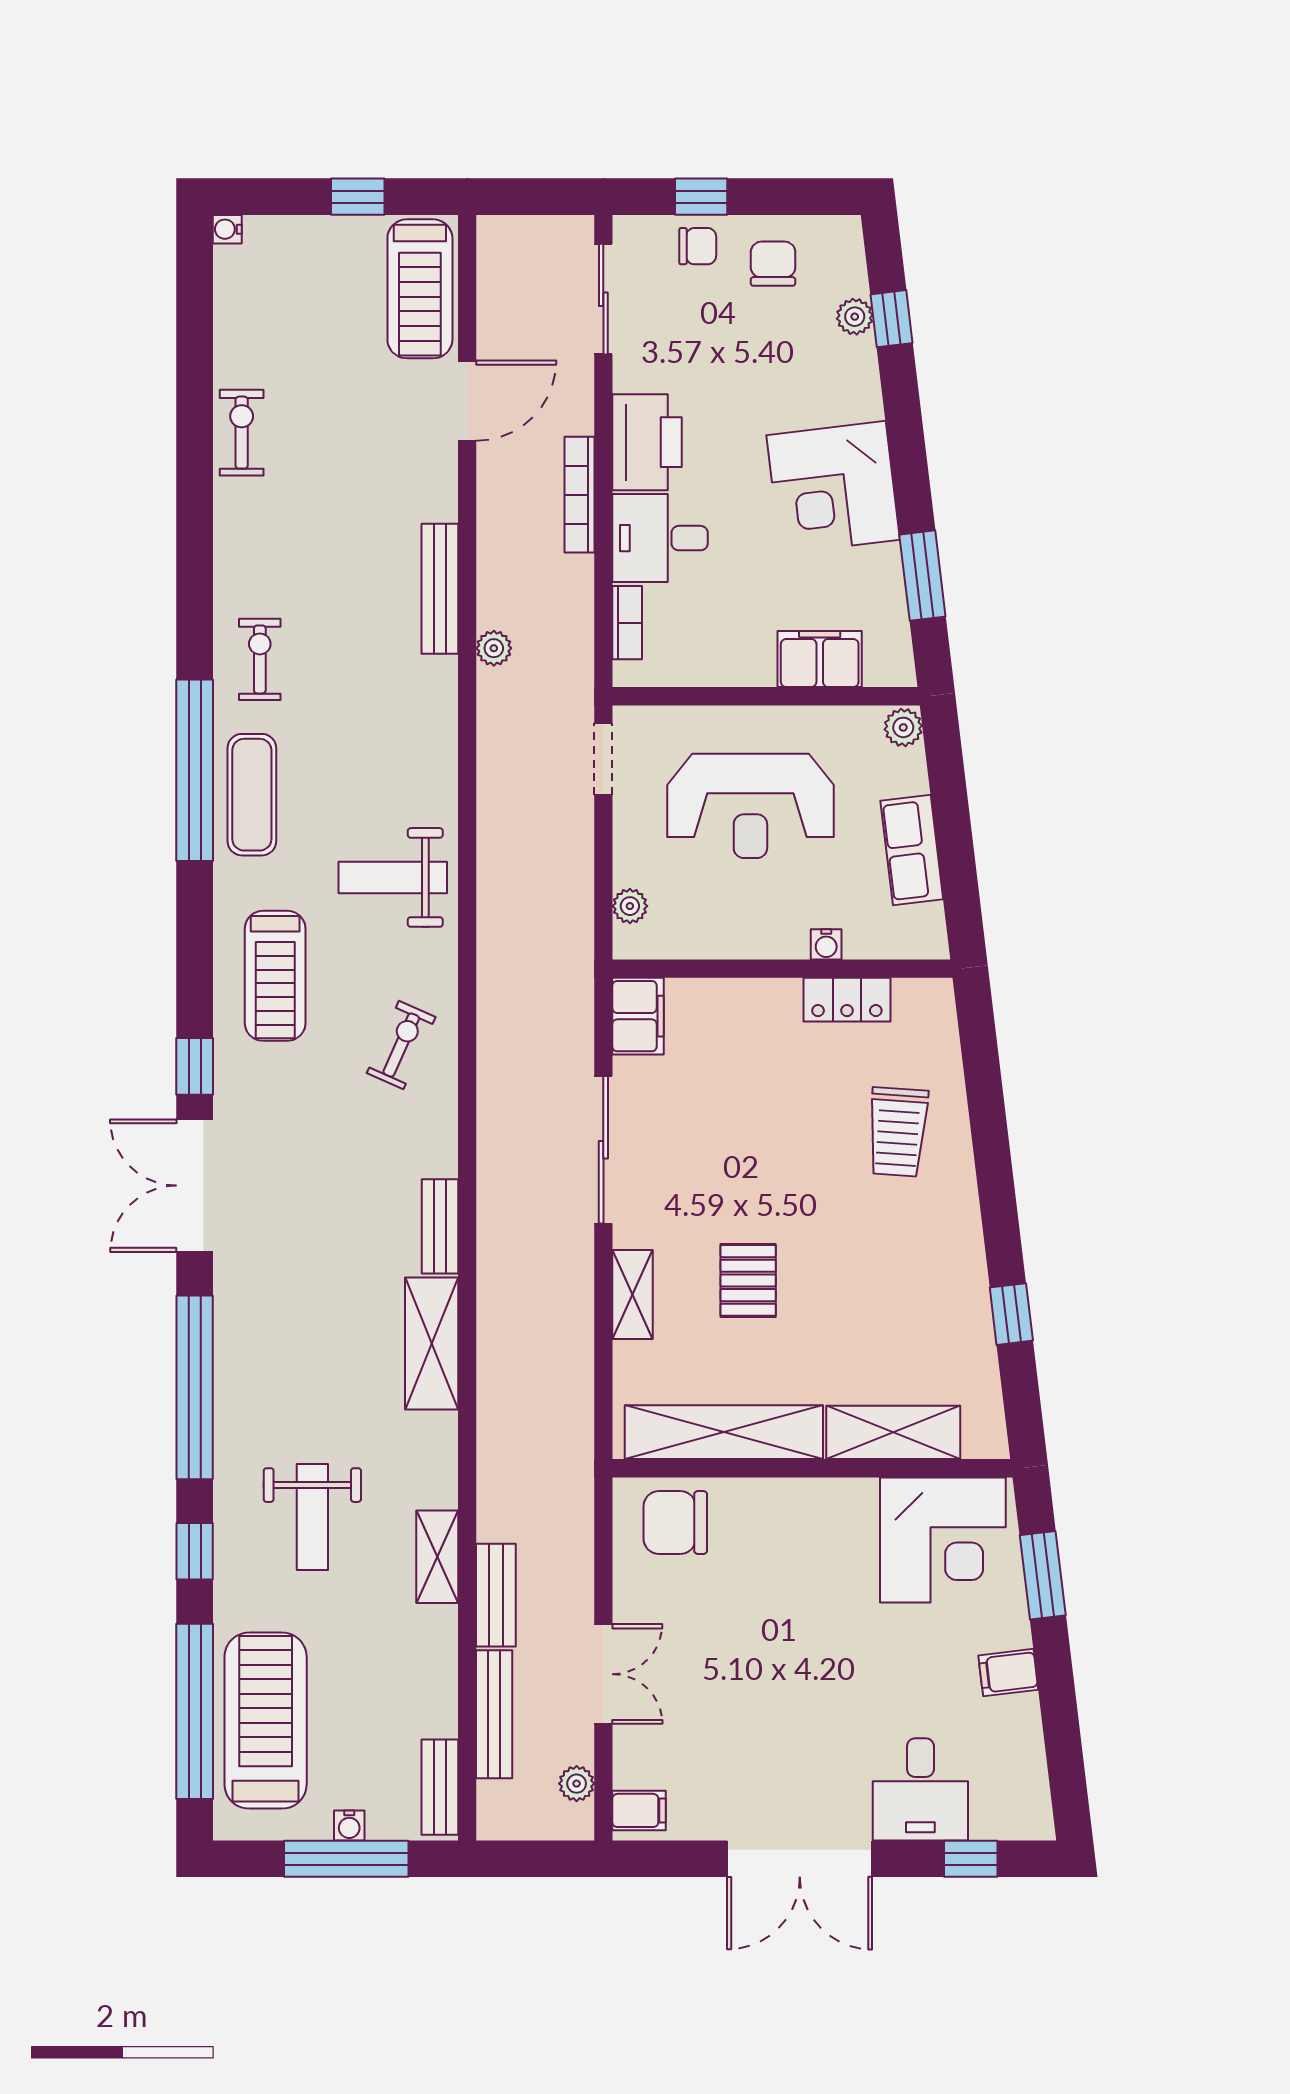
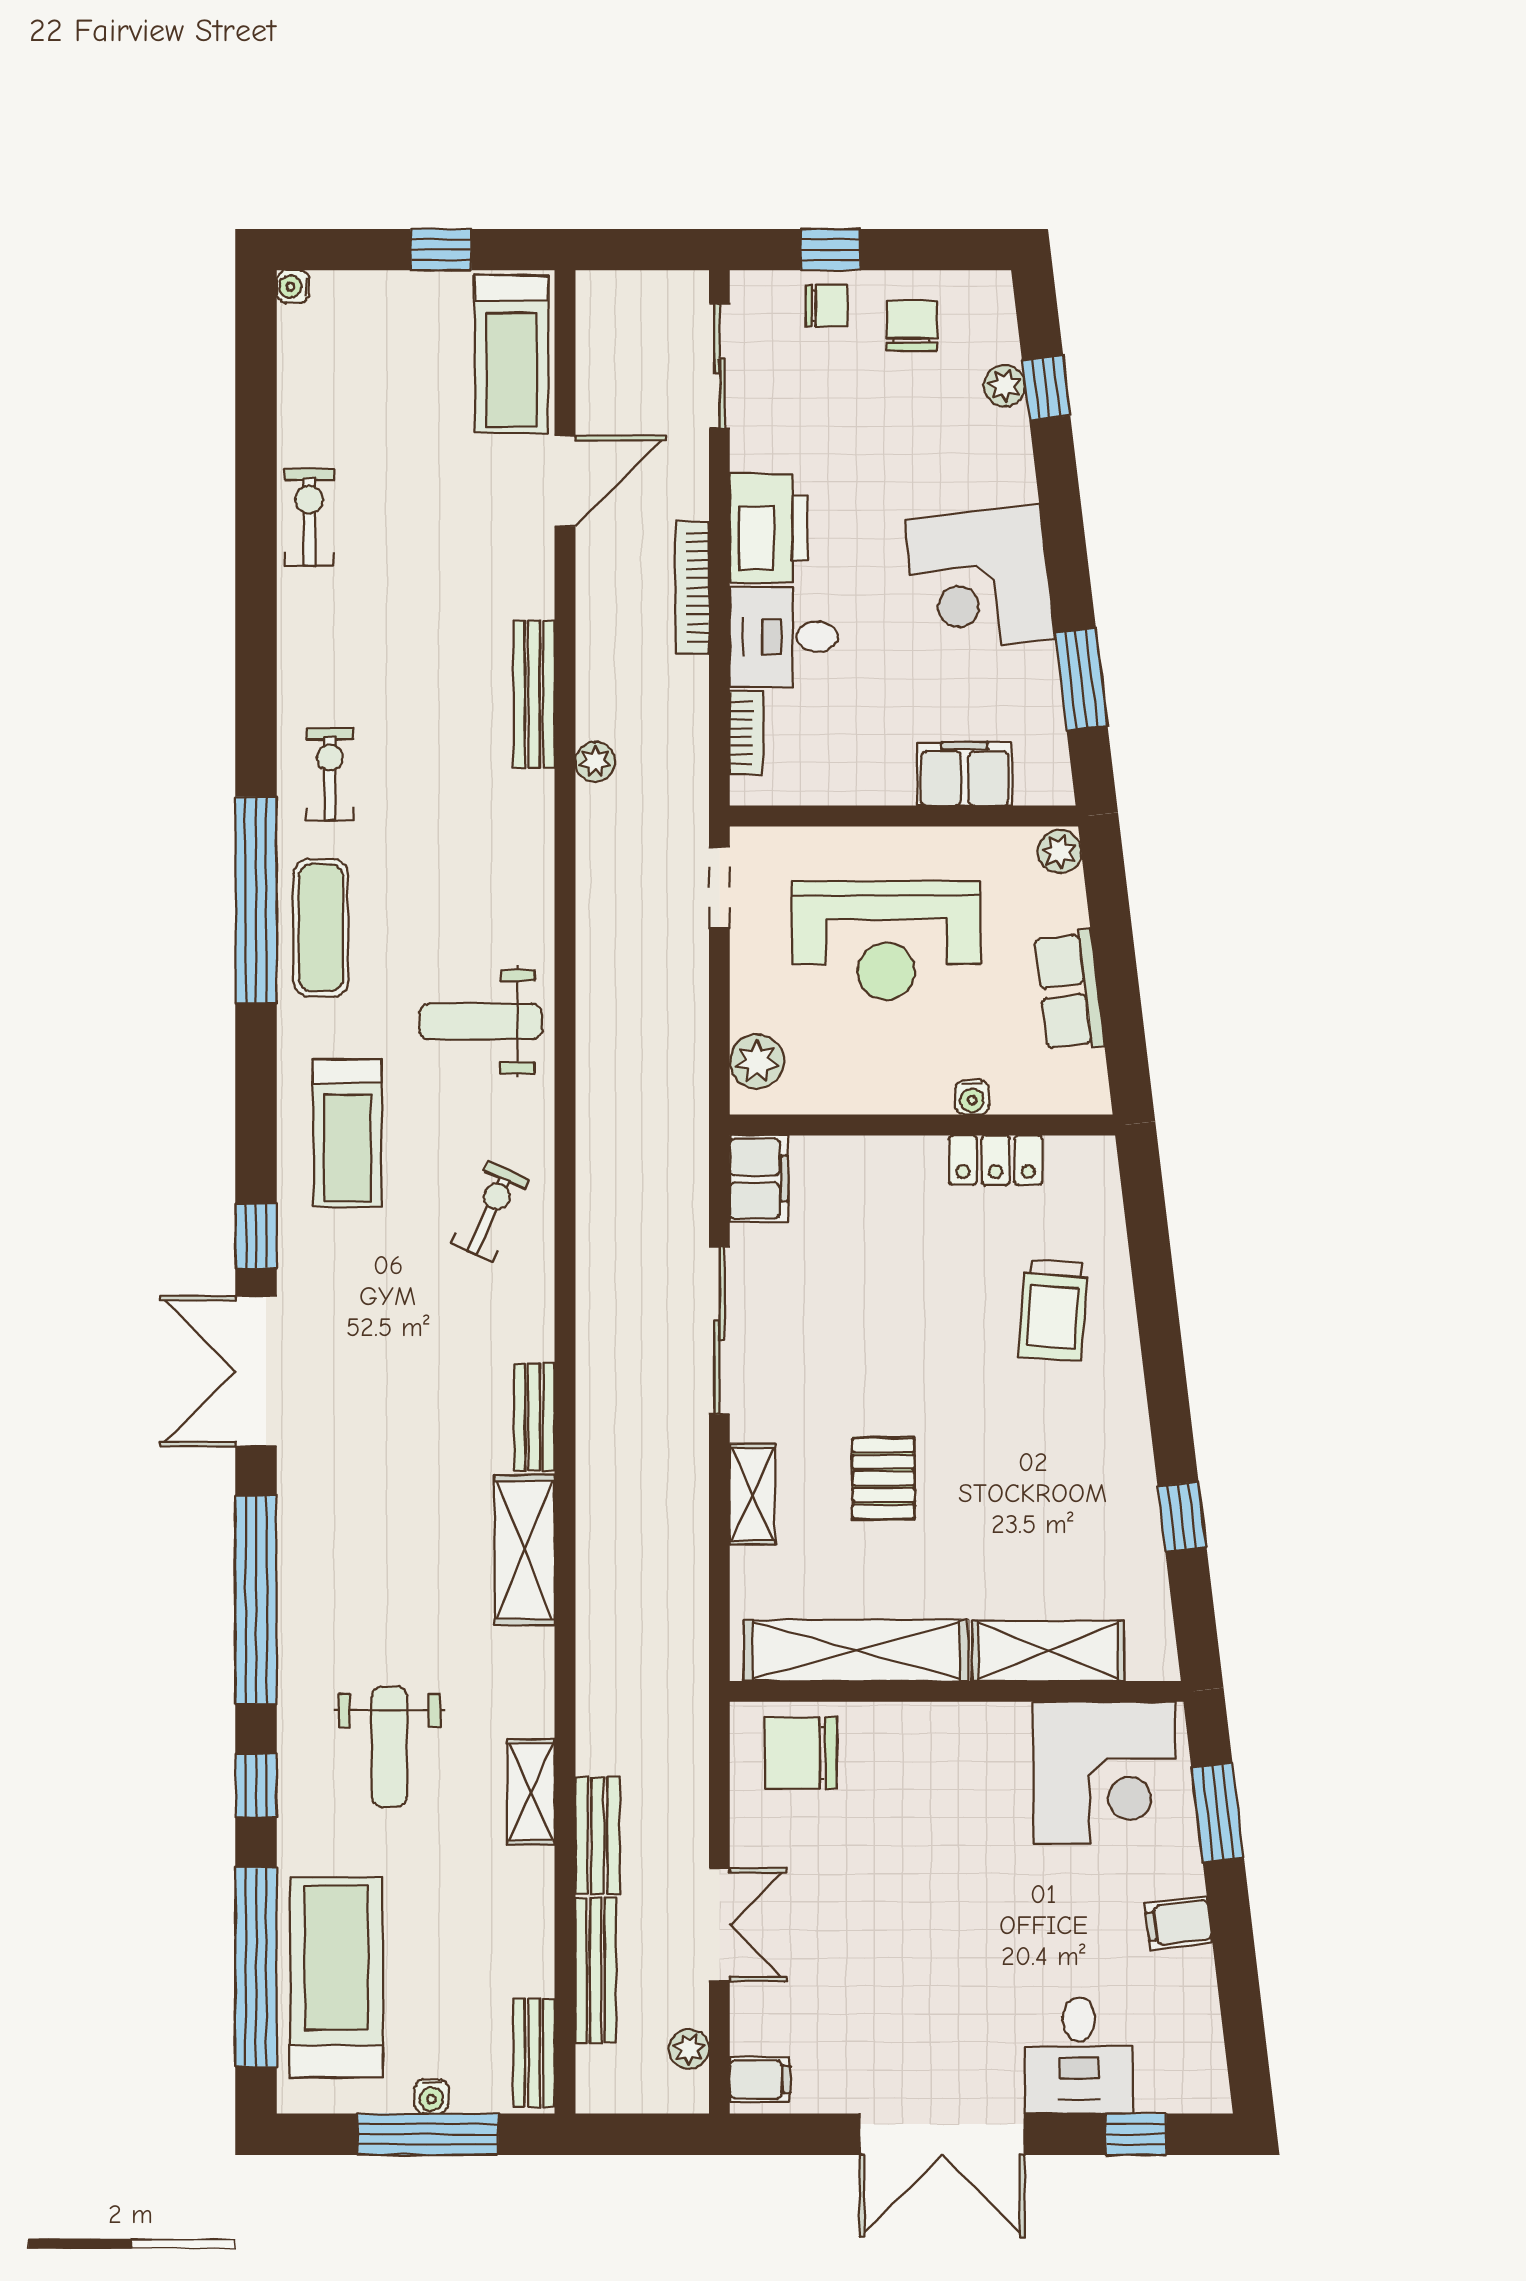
plant: (630, 906) -> (757, 1061), width x1.38, depth x1.38

